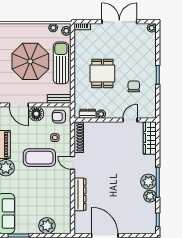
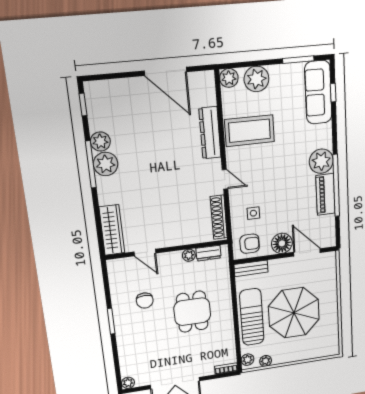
sun lounger: (61, 63) -> (252, 317), turned 180
door: (130, 120) -> (145, 252), hinge flipped
coffee table: (39, 158) -> (250, 131), moved
plant: (65, 228) -> (229, 78), added

